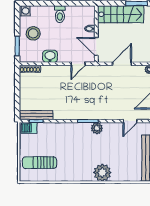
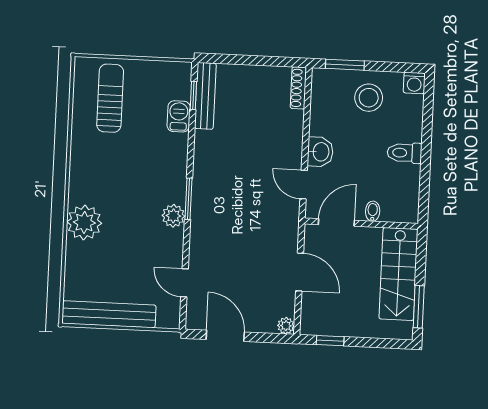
washbasin: (50, 56) -> (320, 152), moved
barbecue: (29, 128) -> (179, 116), moved

